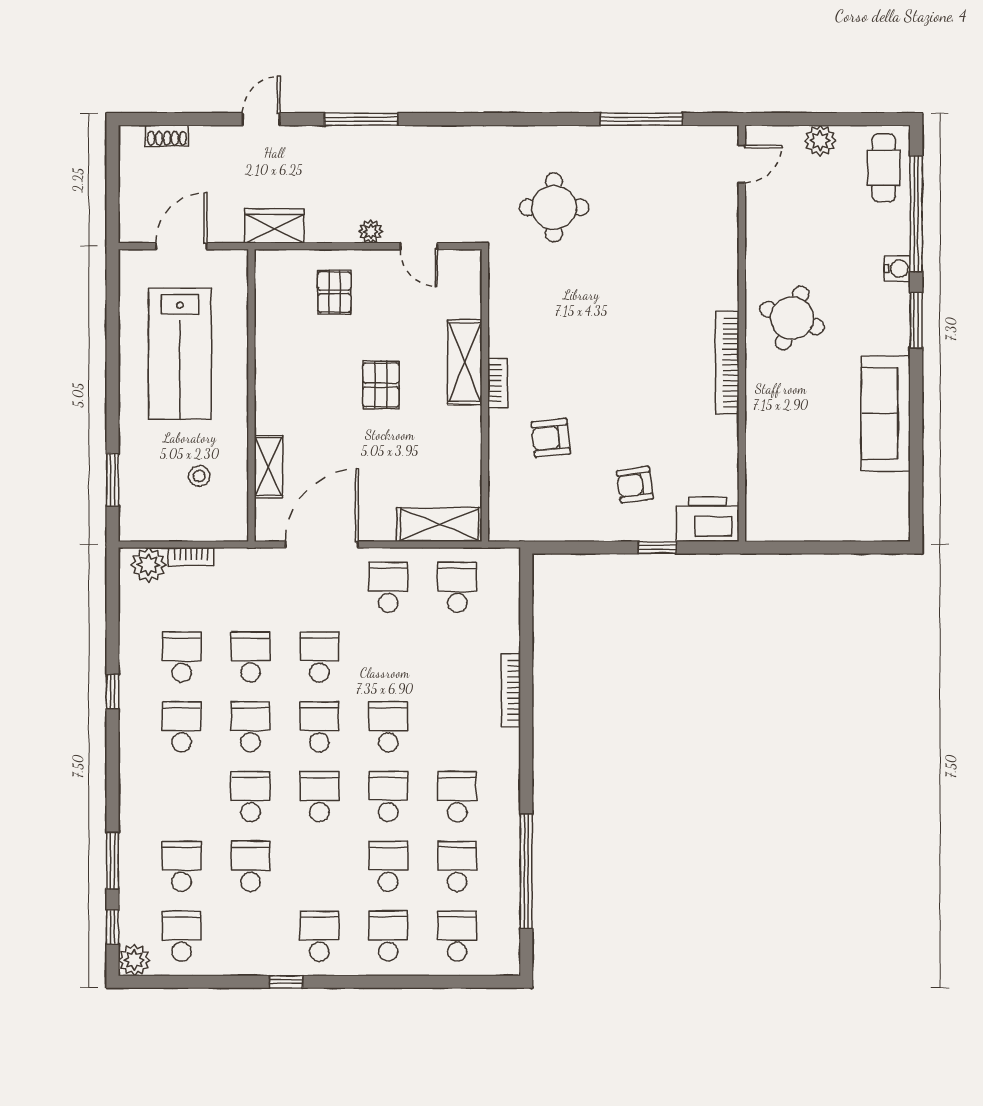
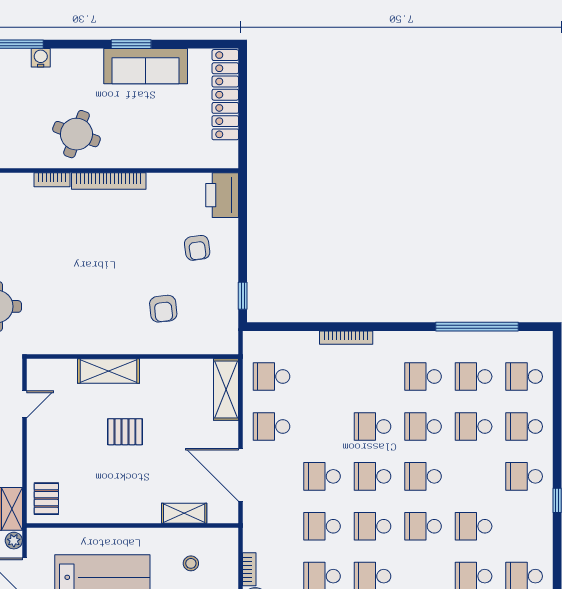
plant: (371, 232) -> (14, 541), moved
pallet: (334, 292) -> (46, 499), moved, turned 90
window: (916, 320) -> (131, 44), moved
bookcase: (498, 383) -> (52, 180), moved, turned 180
locker: (846, 524) -> (225, 95), added
window: (657, 547) -> (243, 296), moved

